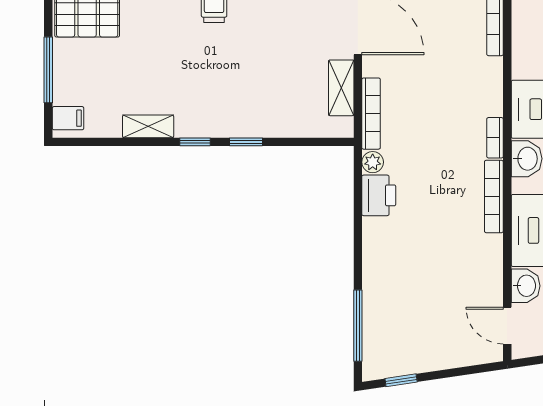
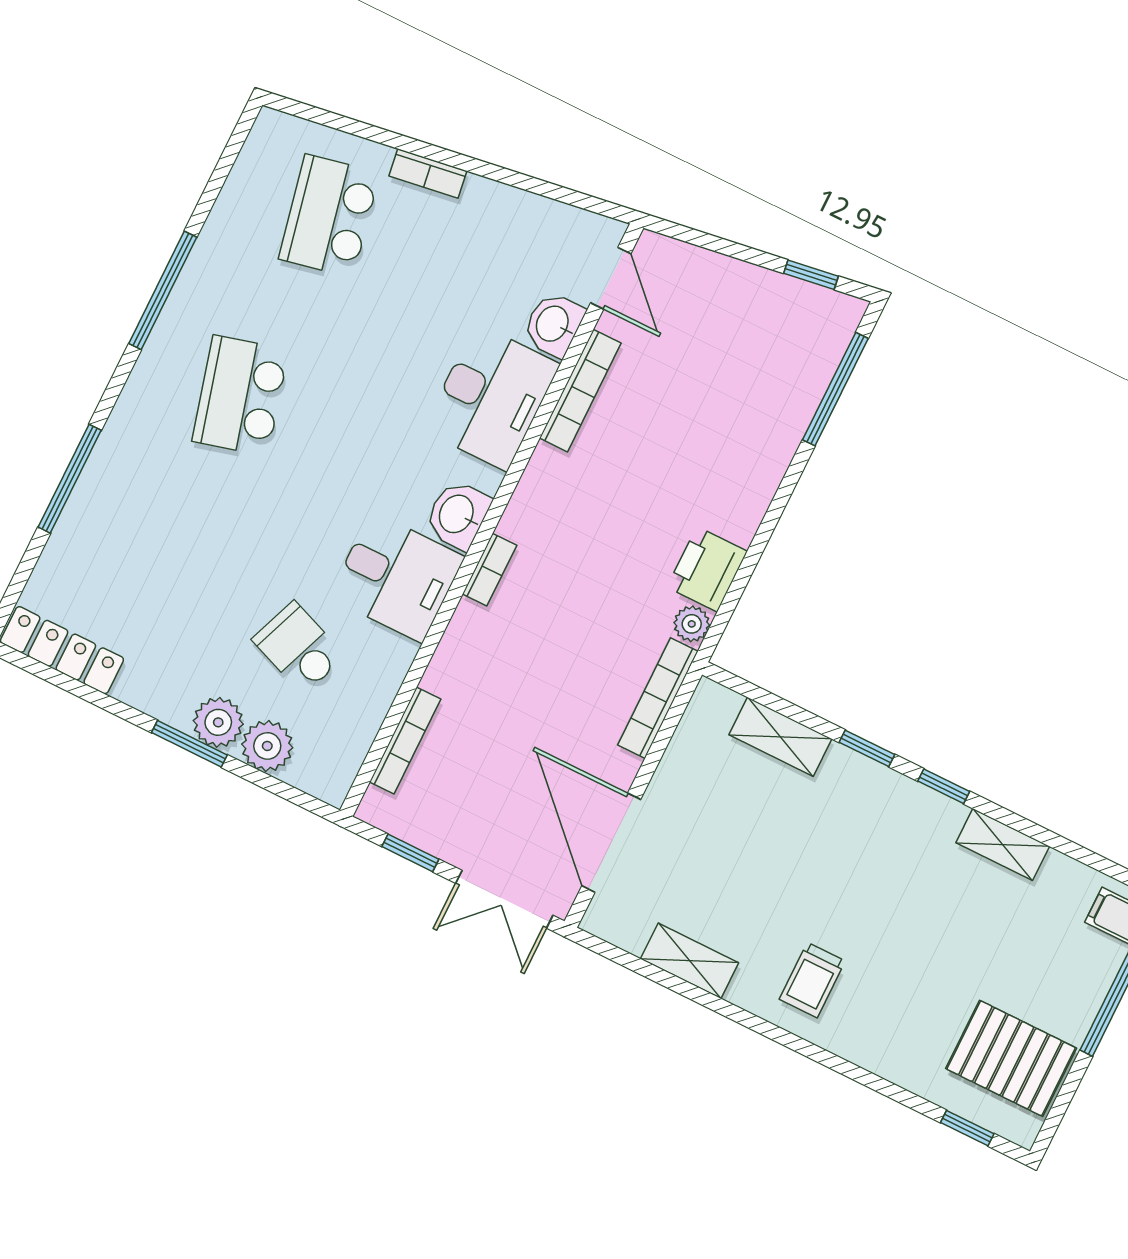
shelving: (341, 88) -> (780, 737), moved, turned 90
bookcase: (494, 196) -> (580, 391), moved

